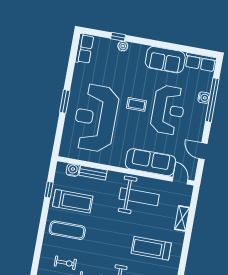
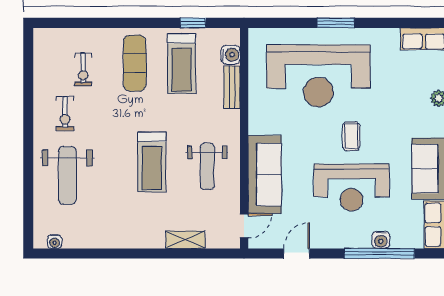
reception desk: (96, 118) -> (318, 76), turned 180
weight bench: (139, 197) -> (207, 166), width x0.73, depth x0.75
treadmill: (151, 248) -> (152, 162), moved, turned 180

